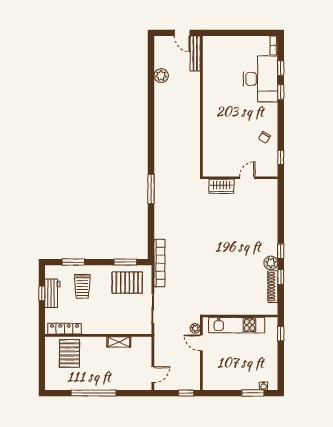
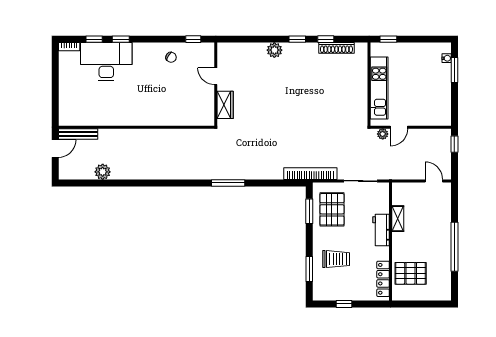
plant: (271, 263) -> (274, 50), moved
workbench: (52, 293) -> (381, 230), moved, turned -90

